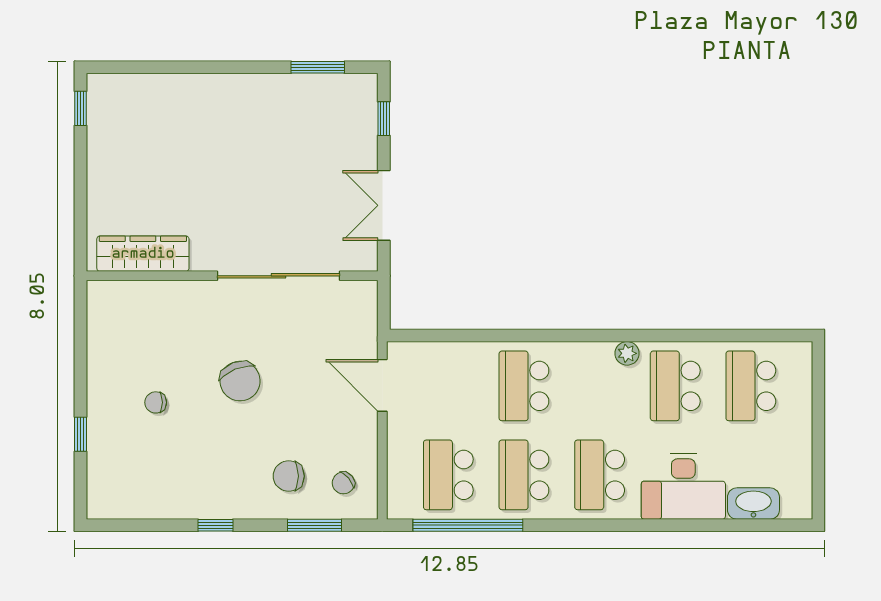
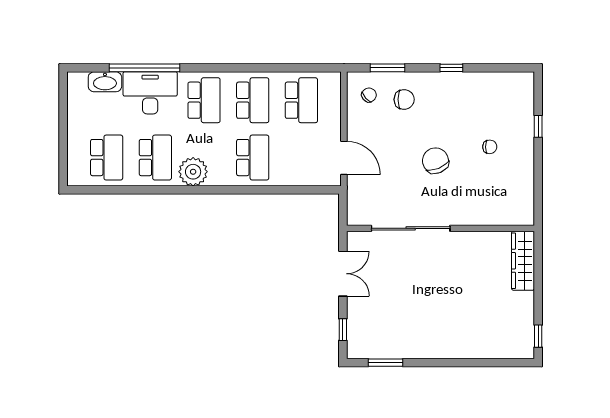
wardrobe: (143, 254) -> (523, 261), moved, turned 90
plant: (627, 353) -> (193, 172), width x1.88, depth x1.88
window: (468, 525) -> (144, 68), moved

